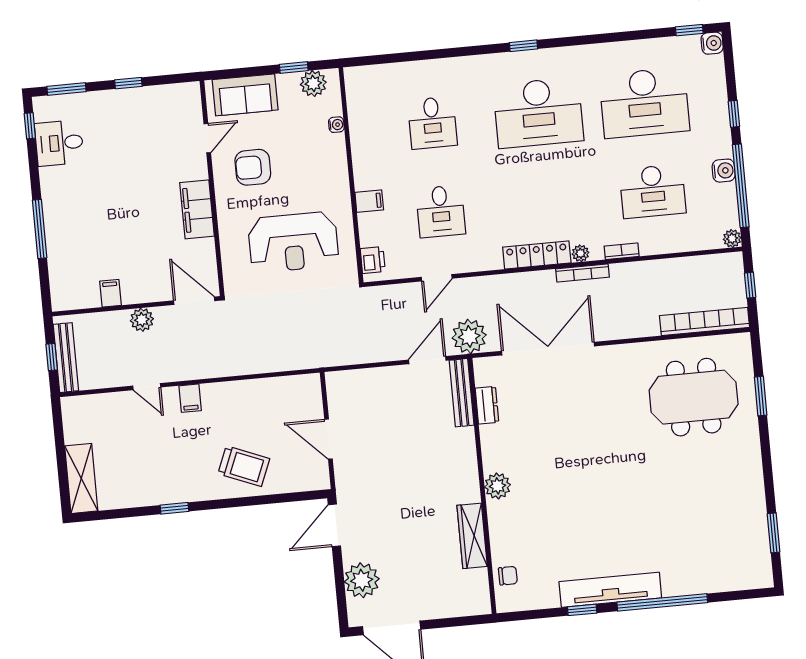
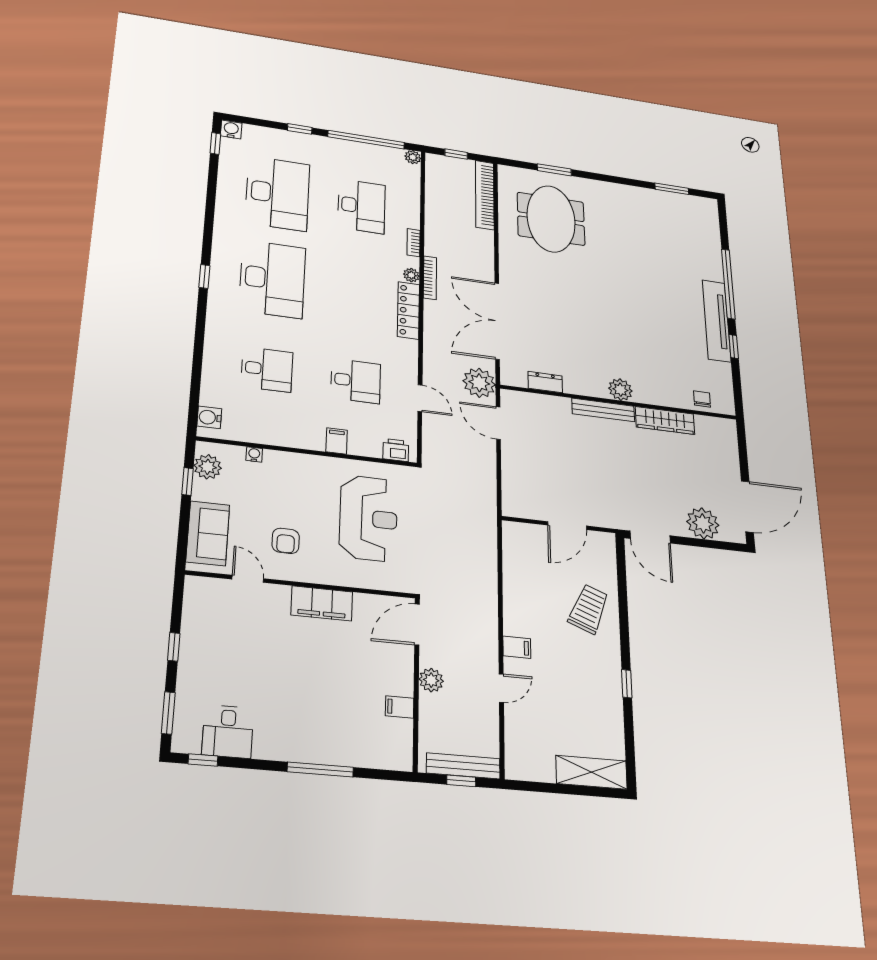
armchair: (253, 167) -> (286, 541), width x0.72, depth x0.72
water cooler: (724, 171) -> (209, 417), moved, turned -90
bench: (462, 393) -> (603, 410), moved

